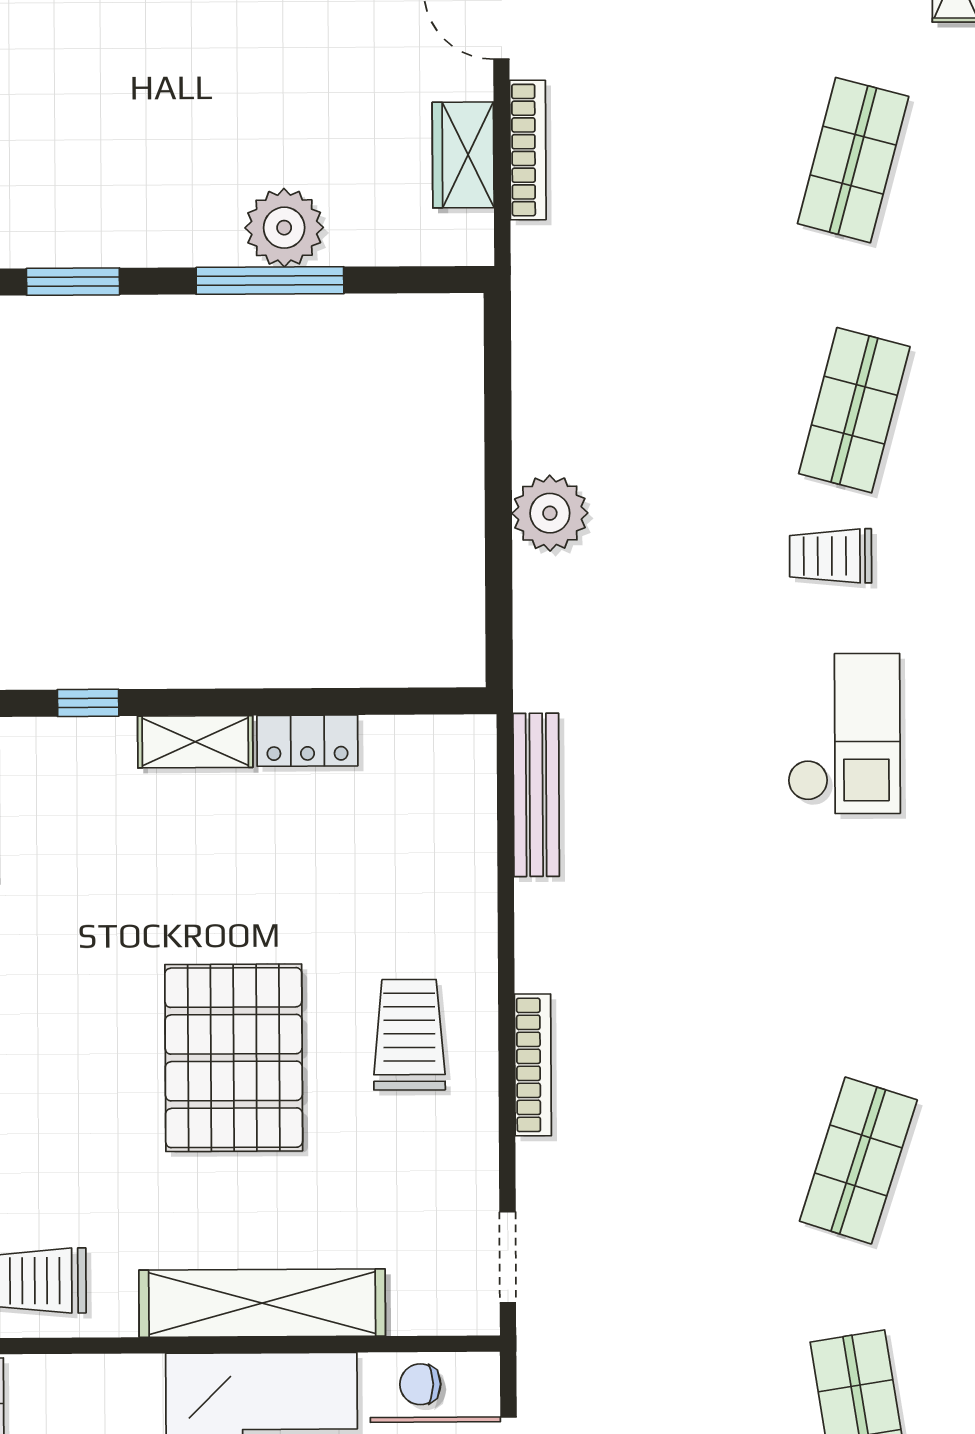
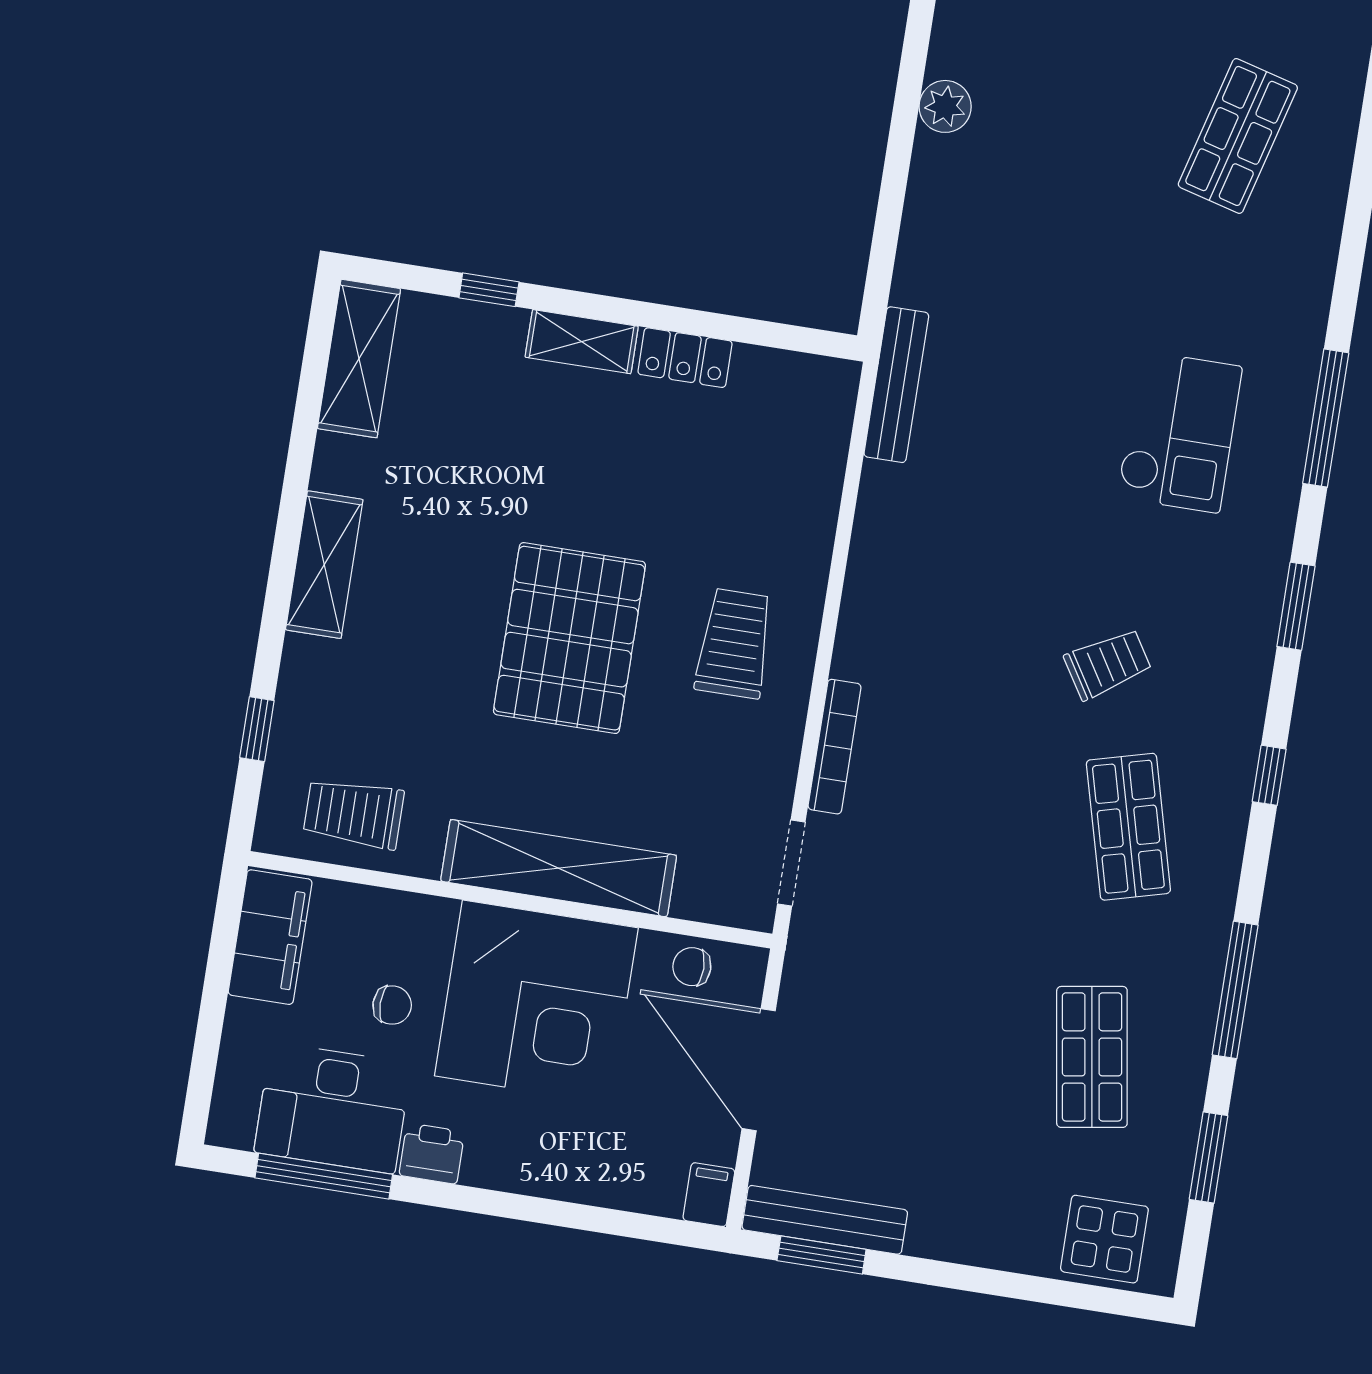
plant: (550, 513) -> (945, 106), moved, width x0.73, depth x0.73
trolley: (831, 556) -> (1108, 664), moved, turned 148
bench: (536, 795) -> (896, 385), moved
bookcase: (533, 1065) -> (835, 747), moved
shop shelf: (858, 1160) -> (1128, 827), turned -33

